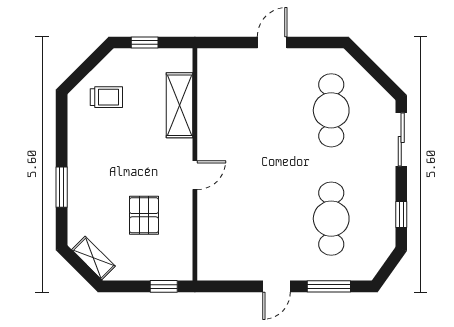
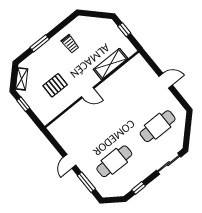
trolley: (106, 97) -> (70, 44), moved
window: (164, 286) -> (23, 104), moved
door: (277, 286) -> (70, 161), hinge flipped

